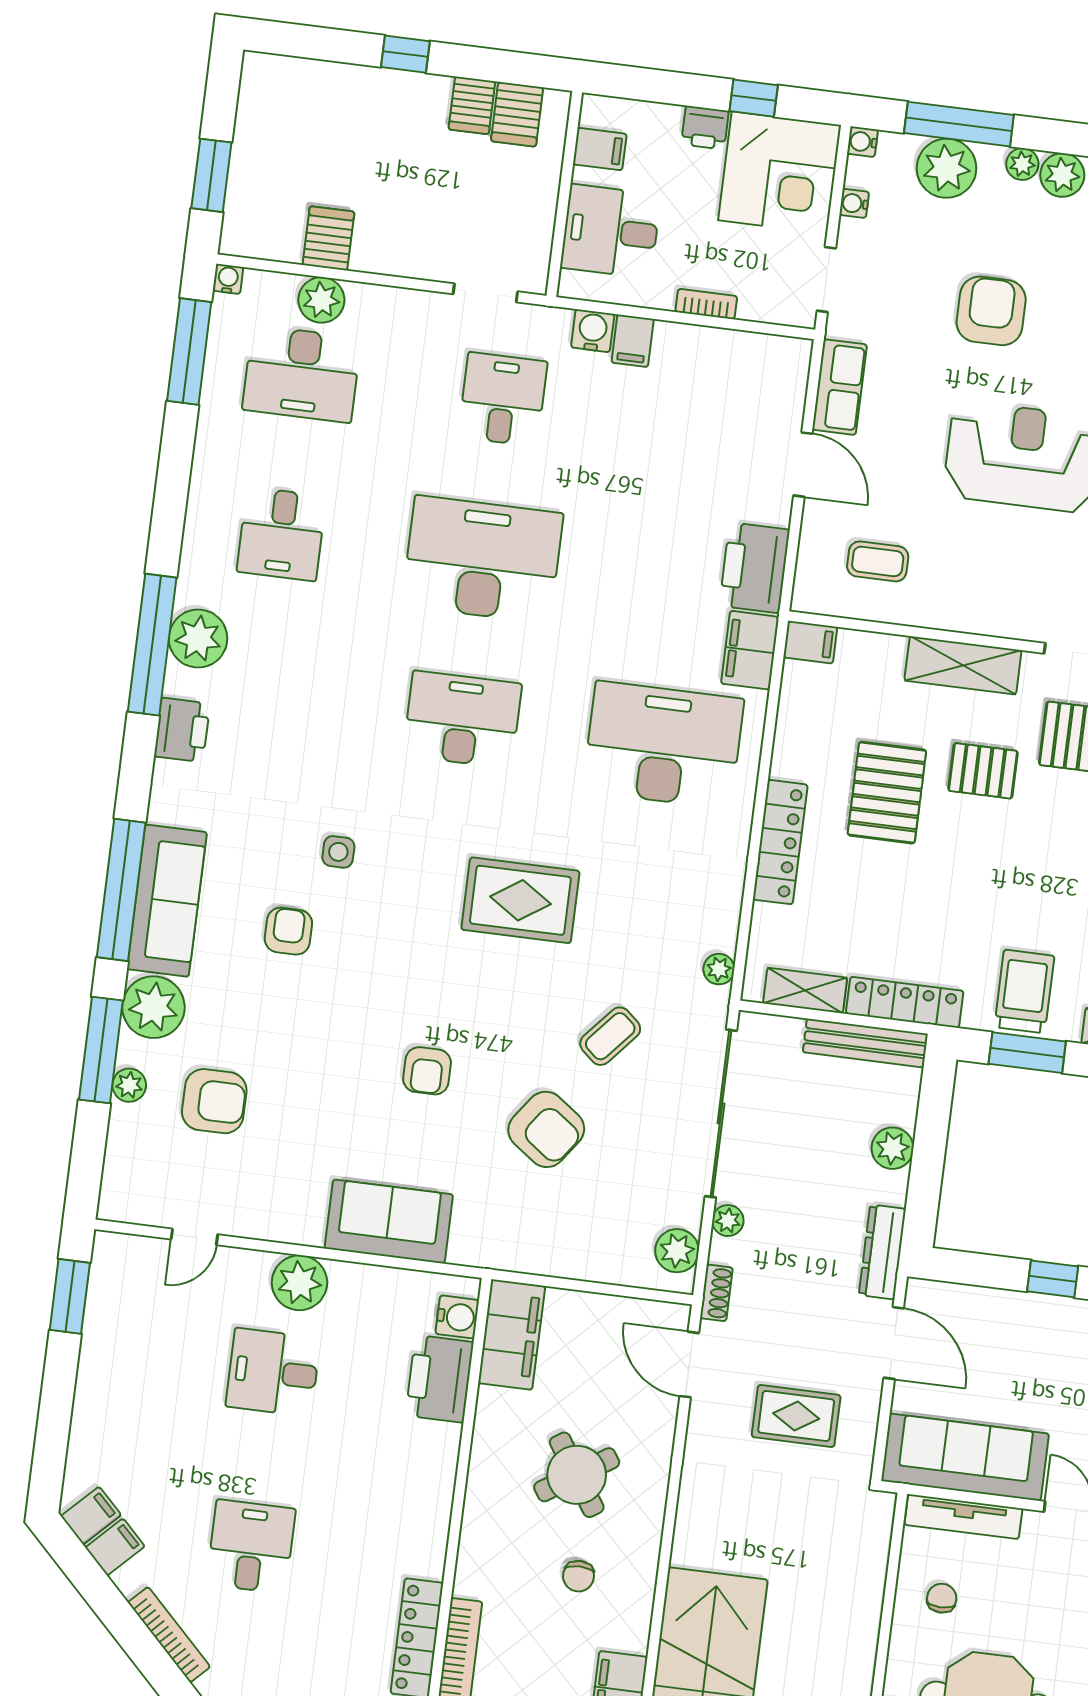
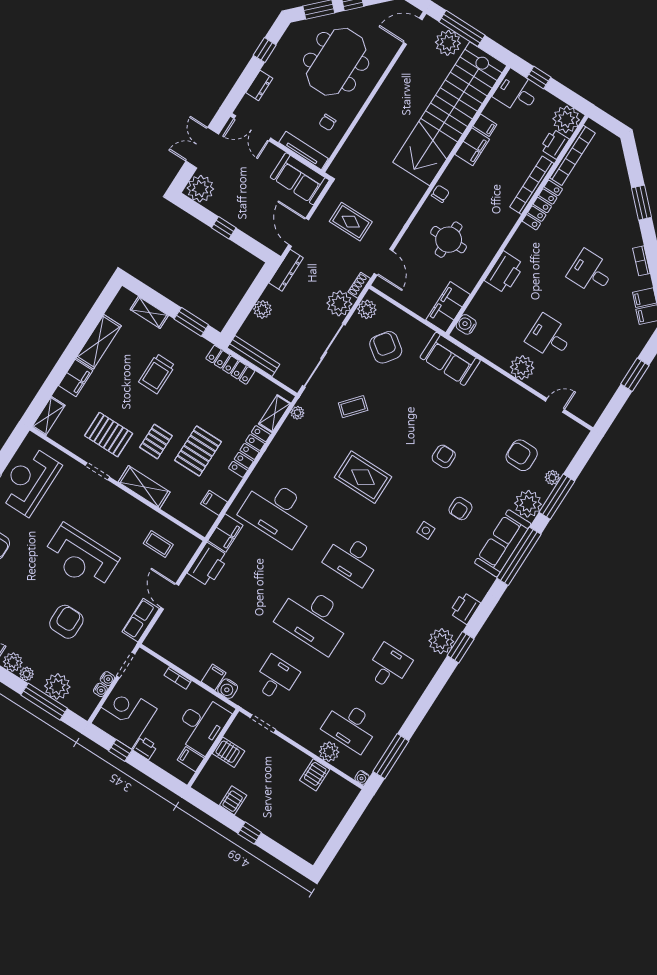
server rack: (517, 114) -> (228, 752), moved, turned 90
water cooler: (862, 142) -> (107, 679), moved
window: (211, 175) -> (349, 822), removed
desk: (611, 231) -> (202, 725), width x1.37
armchair: (991, 311) -> (66, 622), turned 180
desk: (302, 374) -> (351, 726), turned 180
desk: (503, 399) -> (276, 678), turned 180
filing cabinet: (810, 642) -> (214, 503), moved
window: (152, 645) -> (461, 647), width x0.47
pallet: (983, 771) -> (156, 442), turned 90
shelving: (805, 990) -> (275, 414), moved, turned 90
trolley: (1024, 991) -> (157, 374), moved
armchair: (427, 1071) -> (444, 456), moved
armchair: (546, 1129) -> (386, 347), moved
sofa: (389, 1221) -> (450, 359), moved
plant: (728, 1221) -> (339, 303), width x1.87, depth x1.87
window: (70, 1296) -> (635, 375), moved
desk: (273, 1372) -> (549, 337), turned 180
printer: (440, 1379) -> (504, 272), moved
sofa: (965, 1457) -> (300, 179), width x0.73
round table: (577, 1475) -> (449, 240), turned 33
desk: (251, 1547) -> (591, 272), turned 90
chair: (578, 1576) -> (440, 194), moved
bookcase: (169, 1635) -> (641, 261), width x0.64

